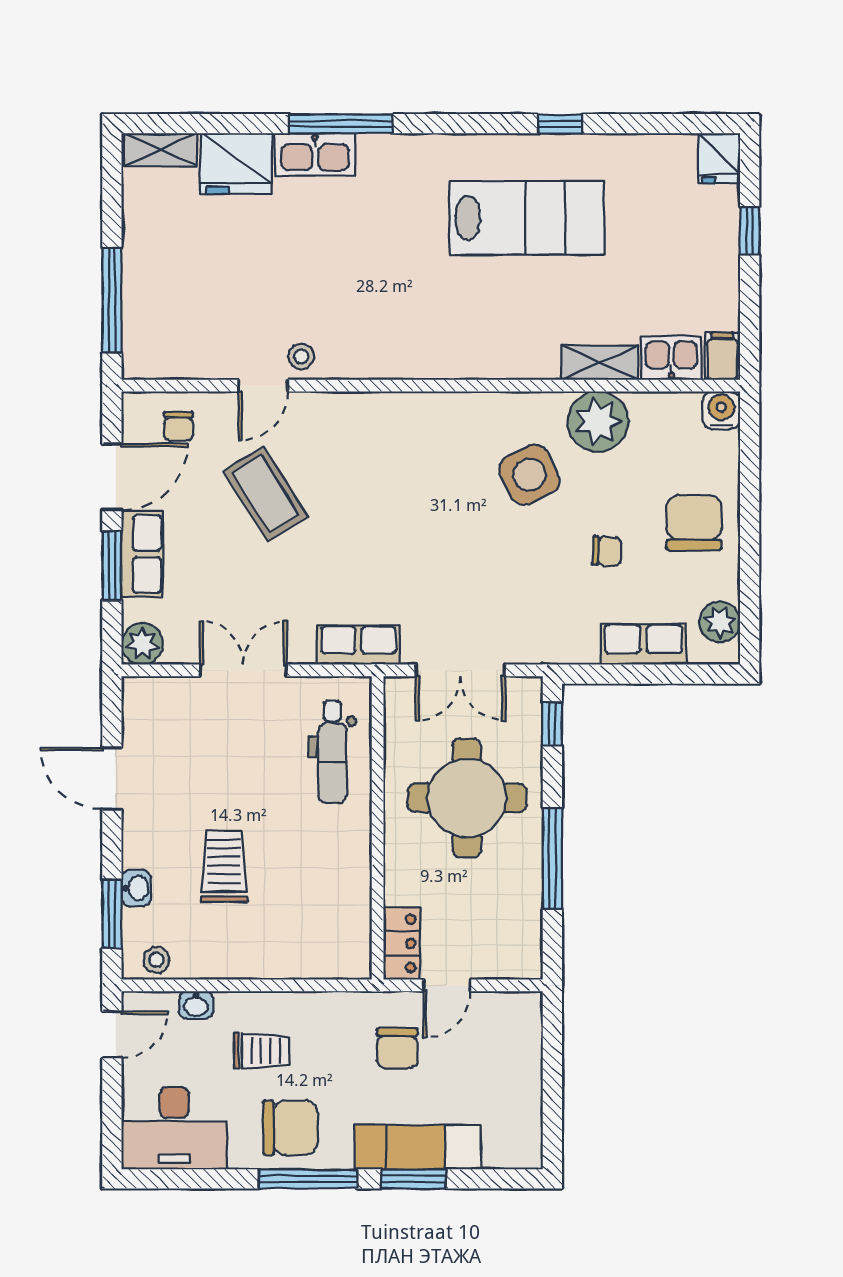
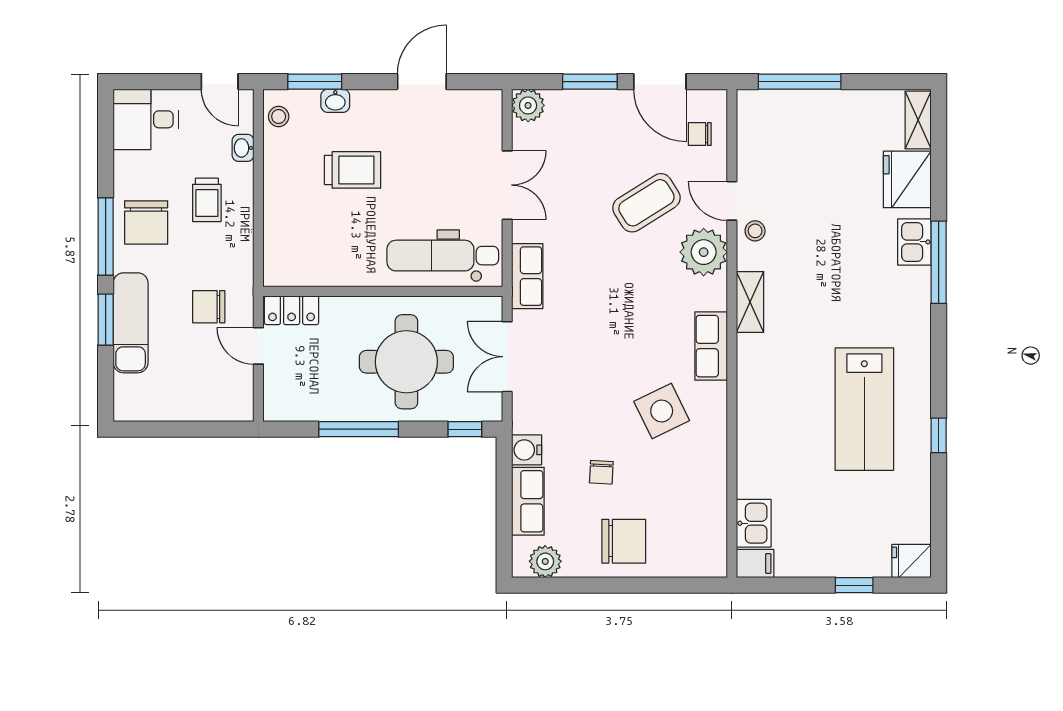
kitchen sink: (315, 154) -> (914, 242), width x0.73
shelving: (600, 363) -> (750, 302), moved
water cooler: (721, 410) -> (527, 450), moved, turned 180
plant: (598, 422) -> (704, 252), moved
row of seats: (142, 554) -> (711, 346), moved, turned 90
dental chair: (332, 752) -> (443, 256), width x1.36, depth x1.38
desk: (174, 1128) -> (146, 119), width x0.73

